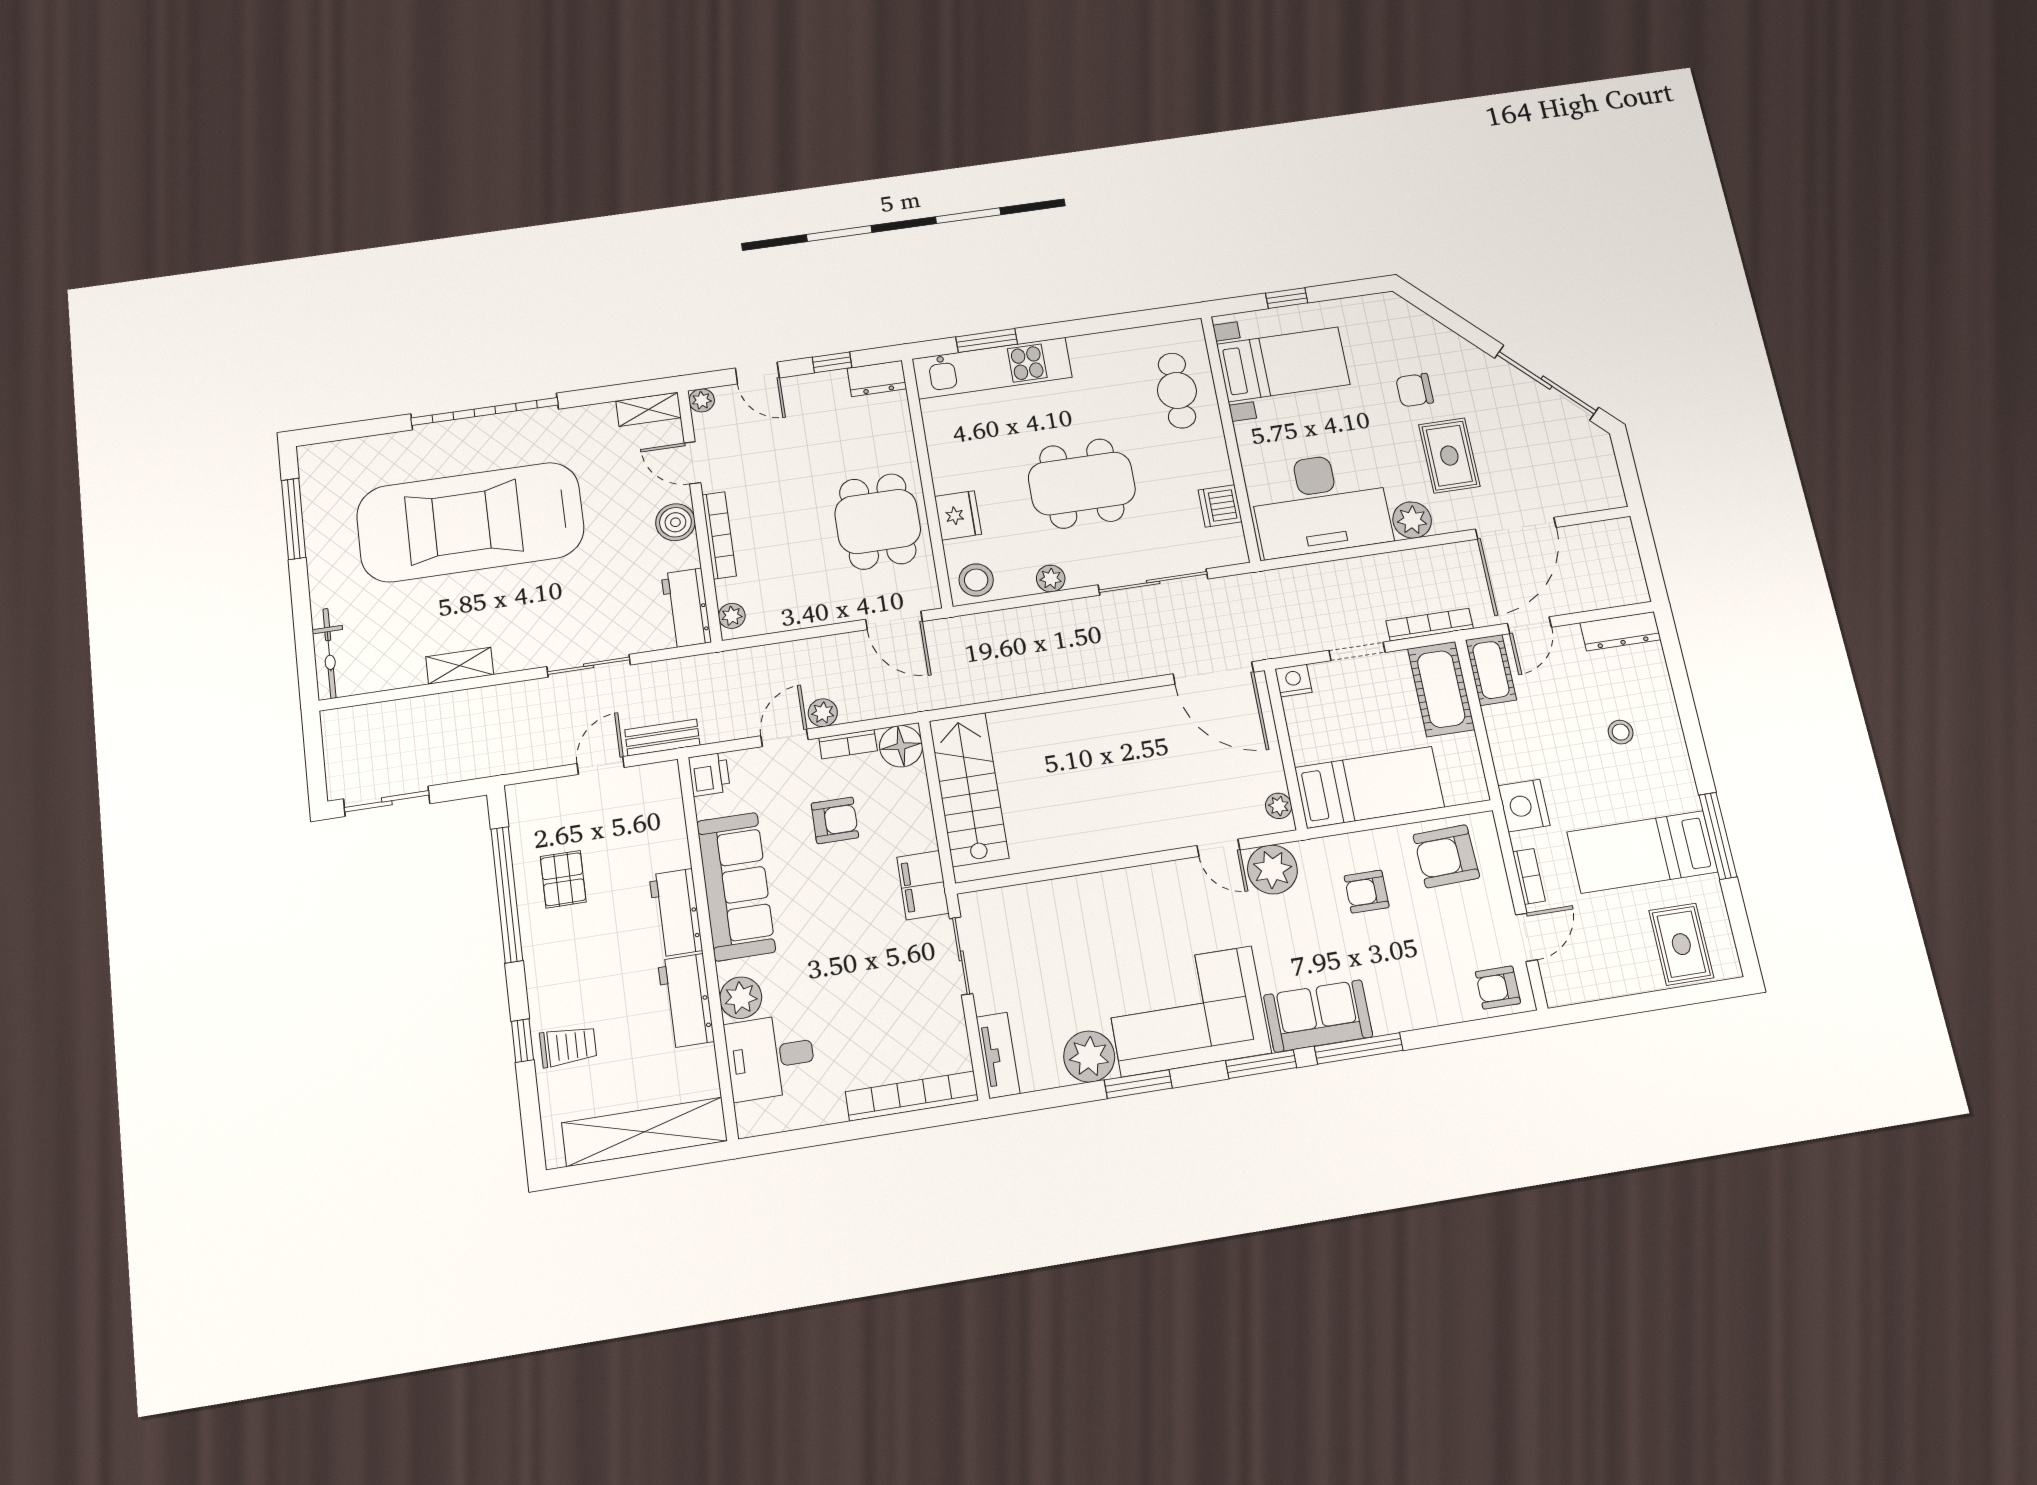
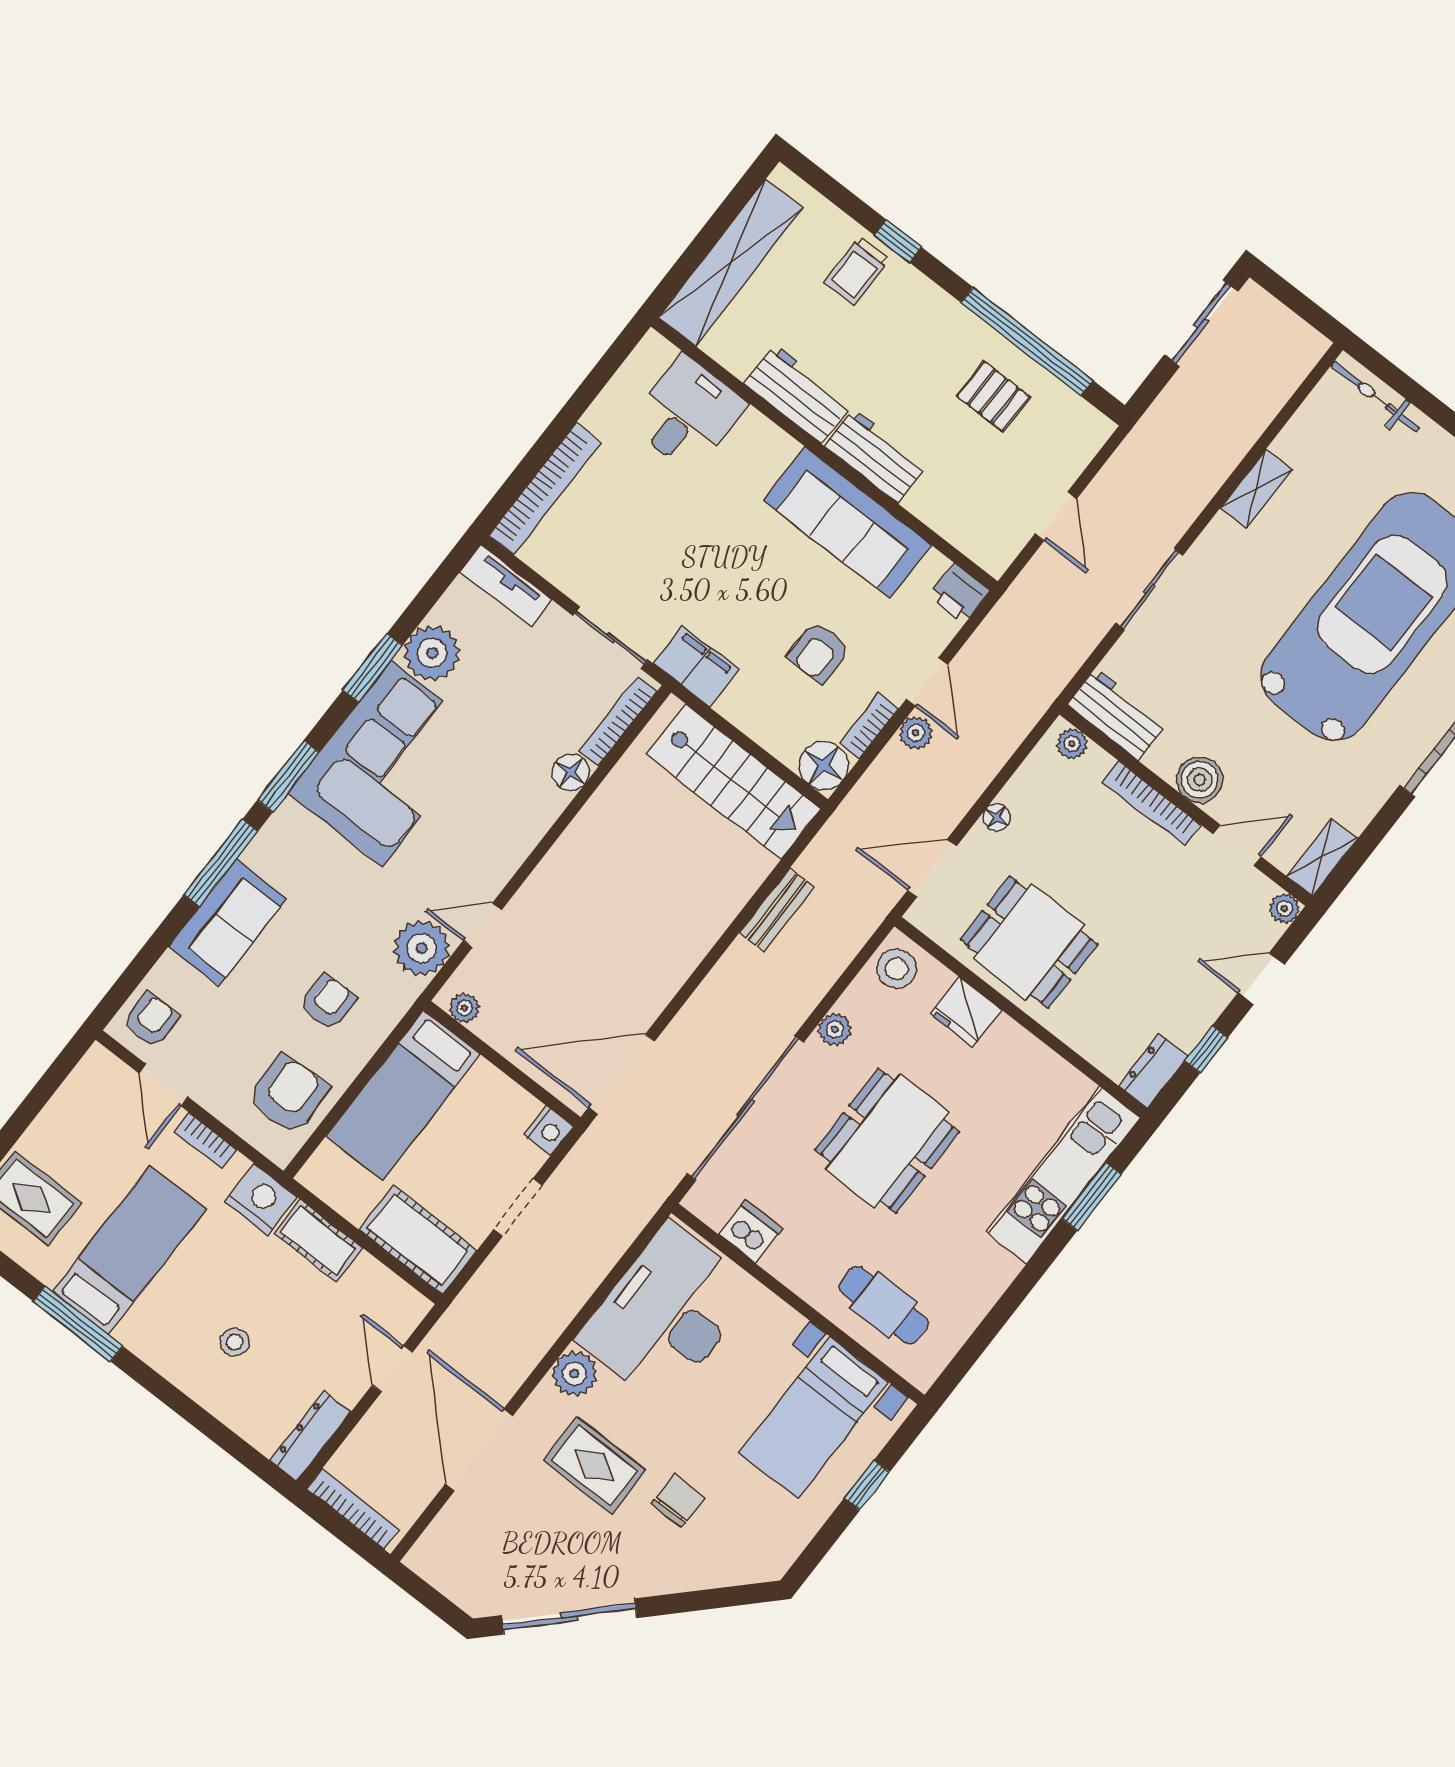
sliding door: (1153, 582) -> (745, 1108), width x1.36
floor lamp: (823, 614) -> (997, 817), added
bookcase: (1430, 625) -> (353, 1509), moved, turned -90
cot: (1491, 670) -> (318, 1240), moved
bench: (662, 738) -> (777, 910), moved
floor lamp: (1069, 893) -> (571, 772), added
bookcase: (1007, 897) -> (618, 721), added
plant: (741, 998) -> (756, 438), removed
sofa: (1318, 1016) -> (227, 923), moved

